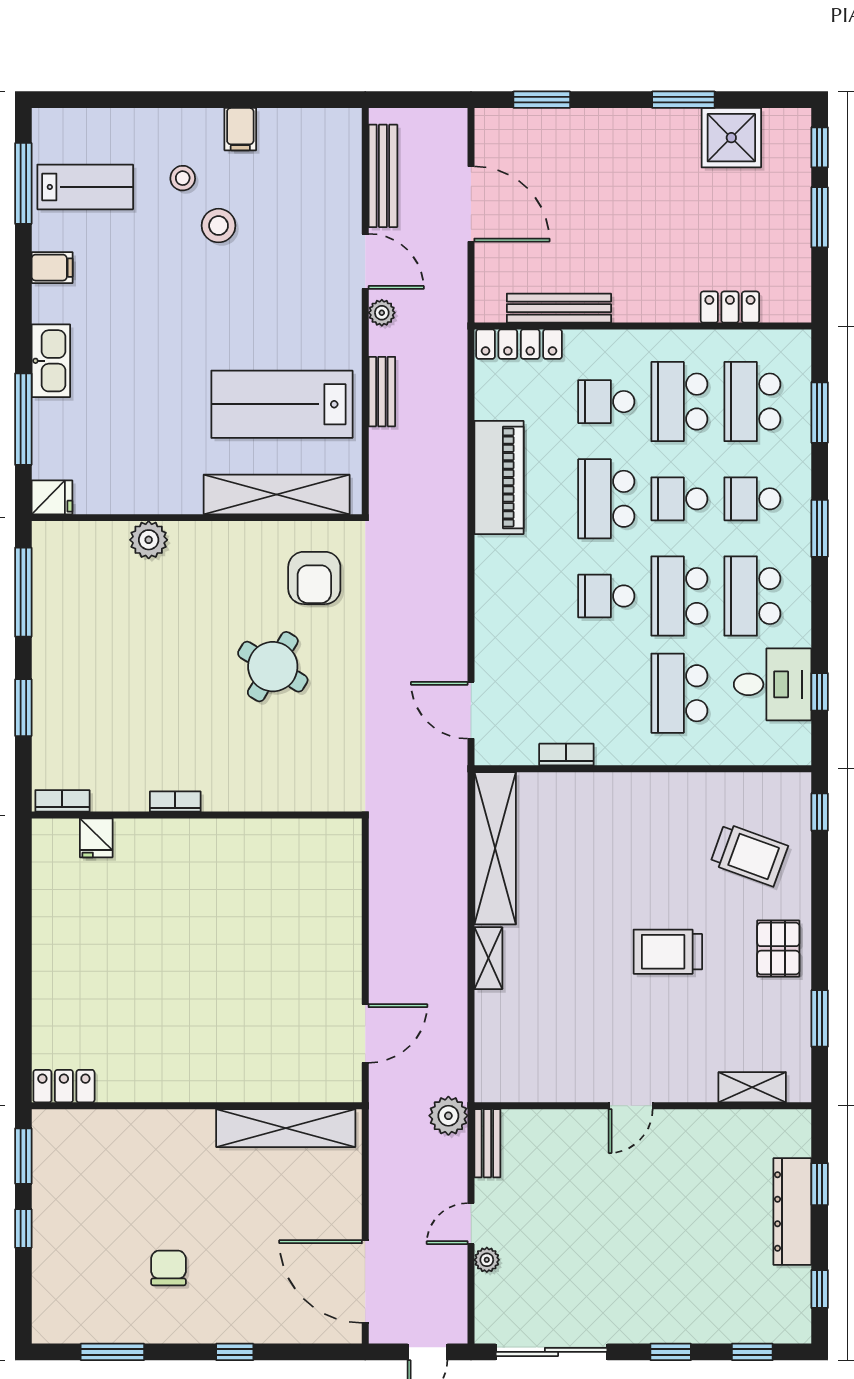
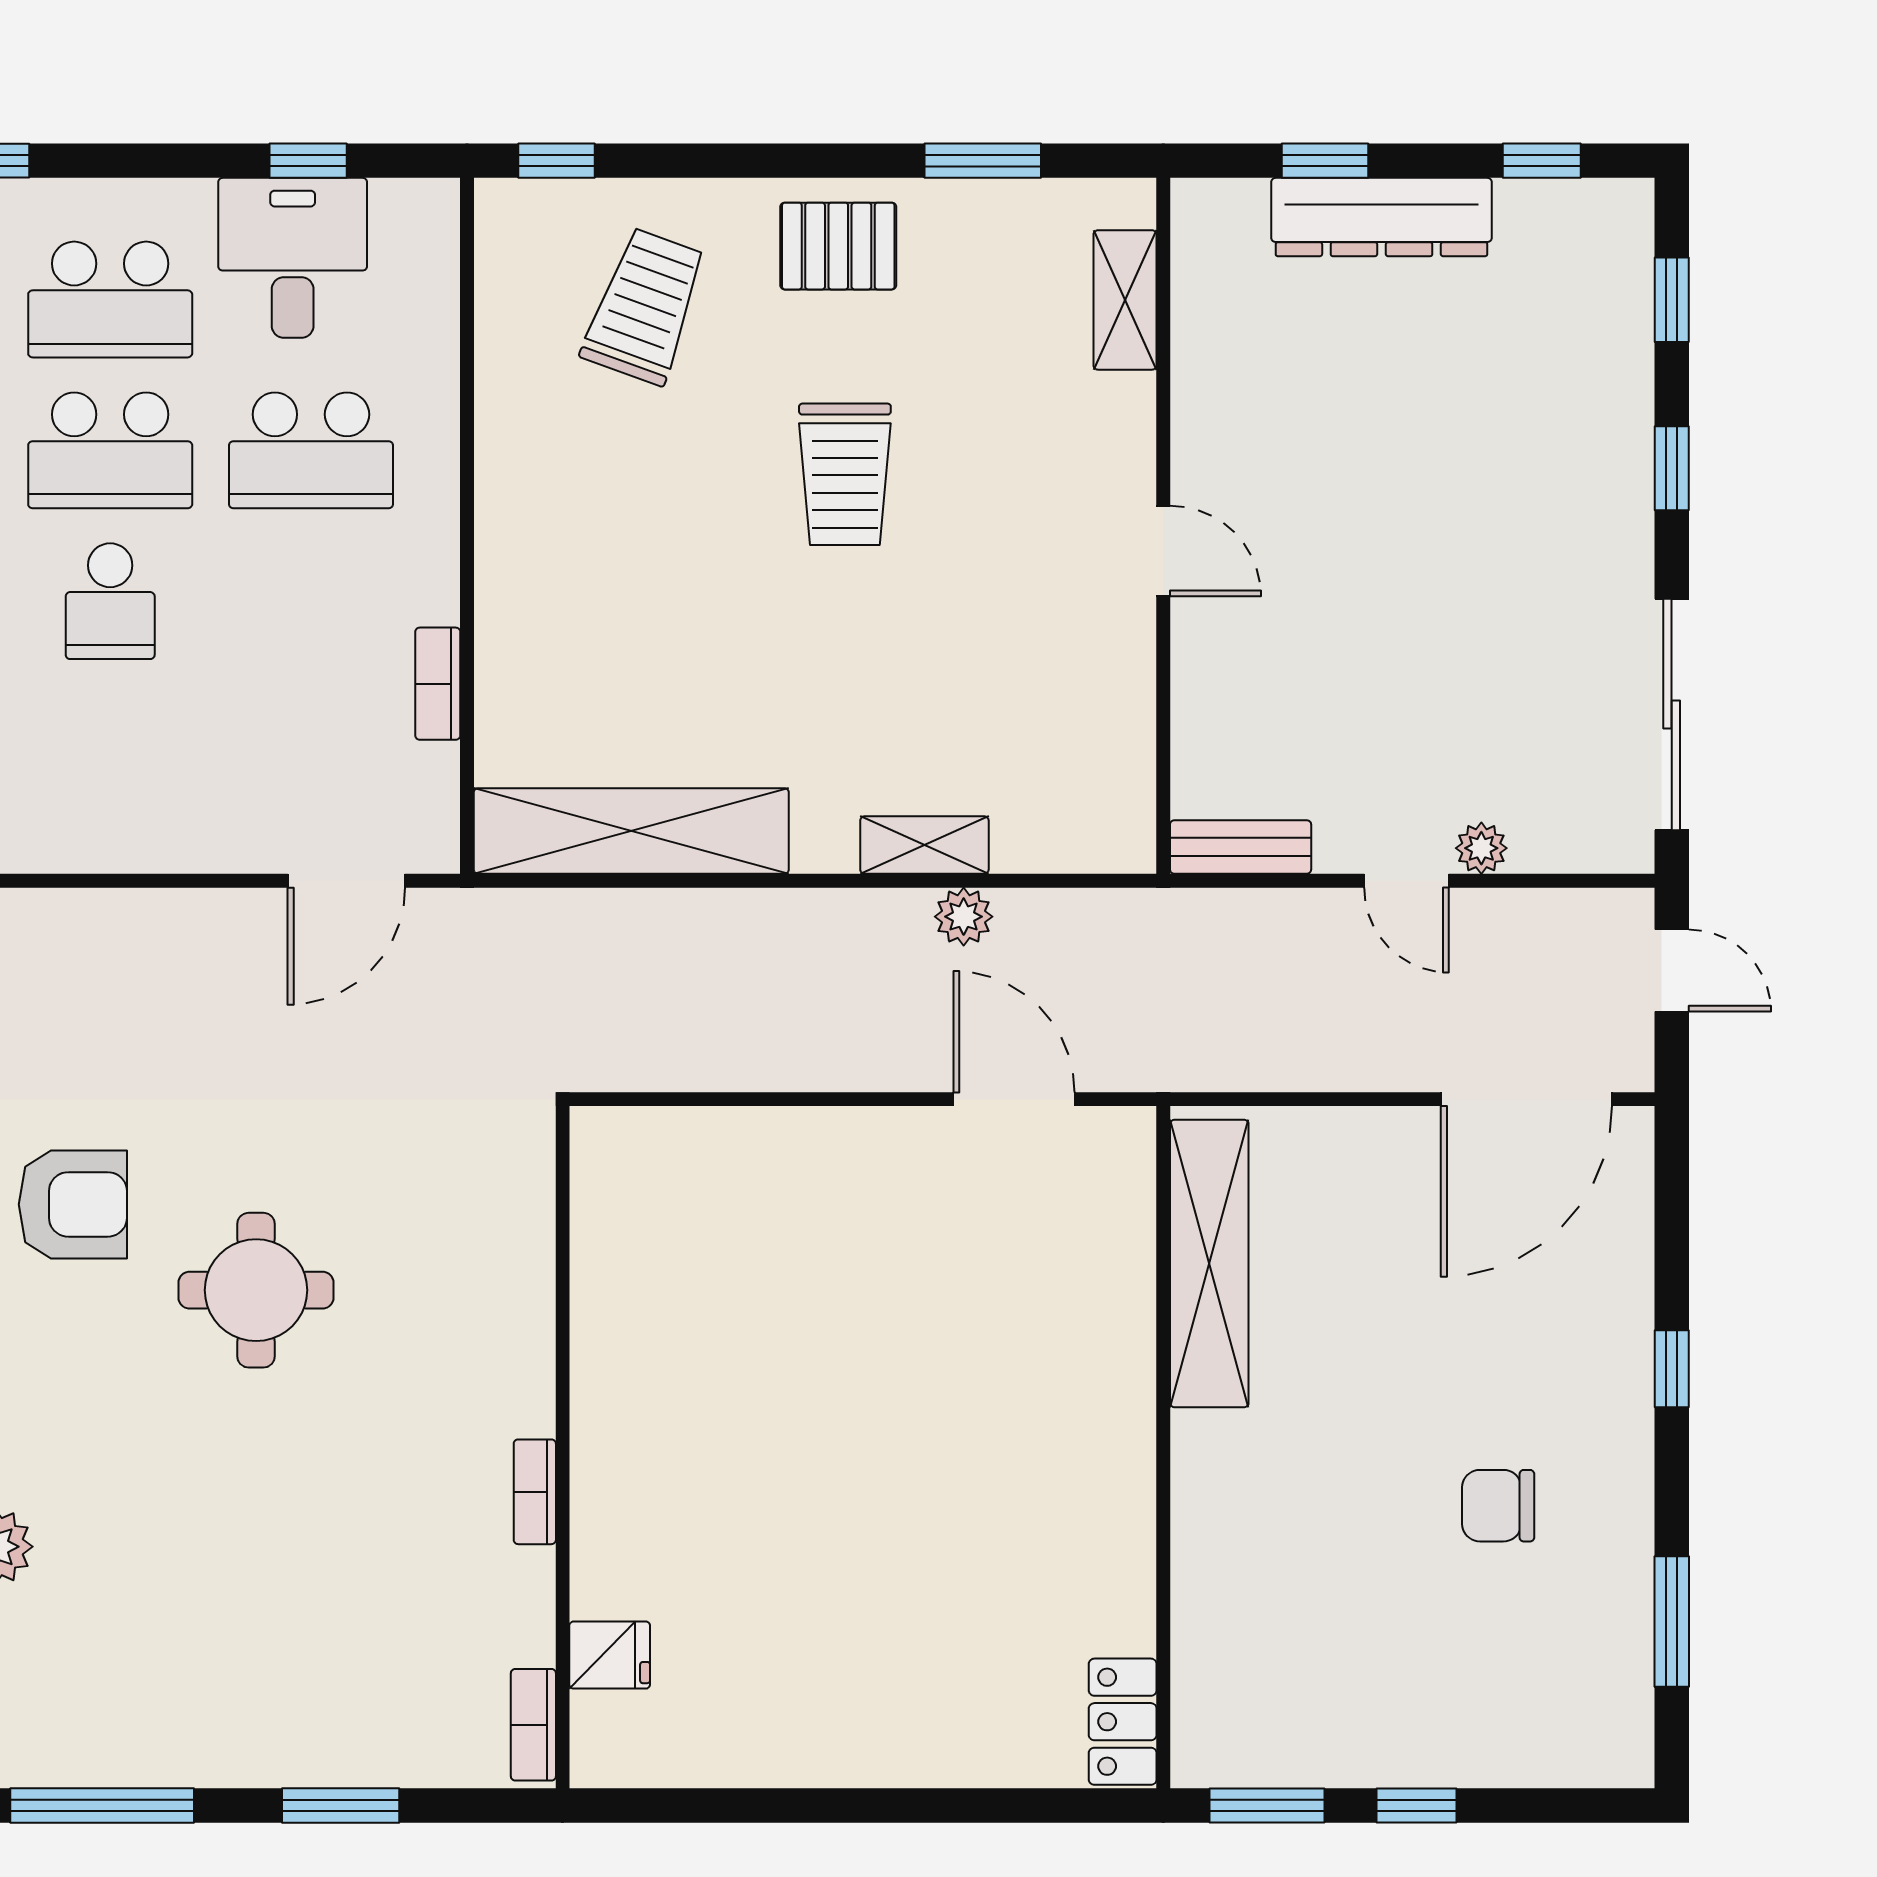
round table: (273, 667) -> (256, 1290), turned -31
shelving: (488, 958) -> (924, 845), moved
plant: (448, 1116) -> (964, 917), moved, width x0.73, depth x0.73

